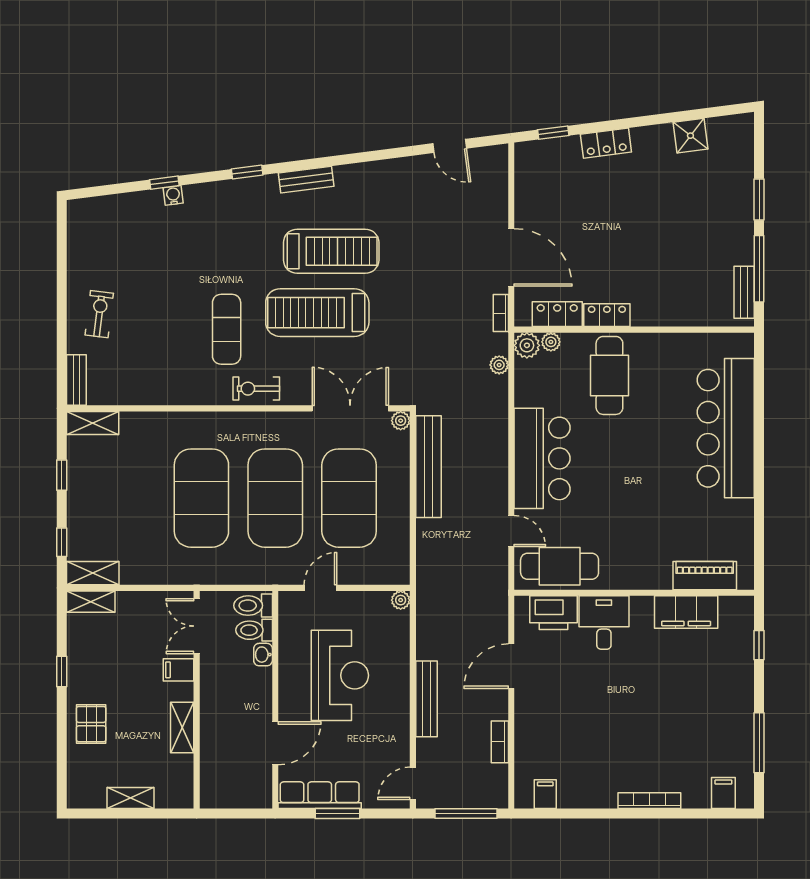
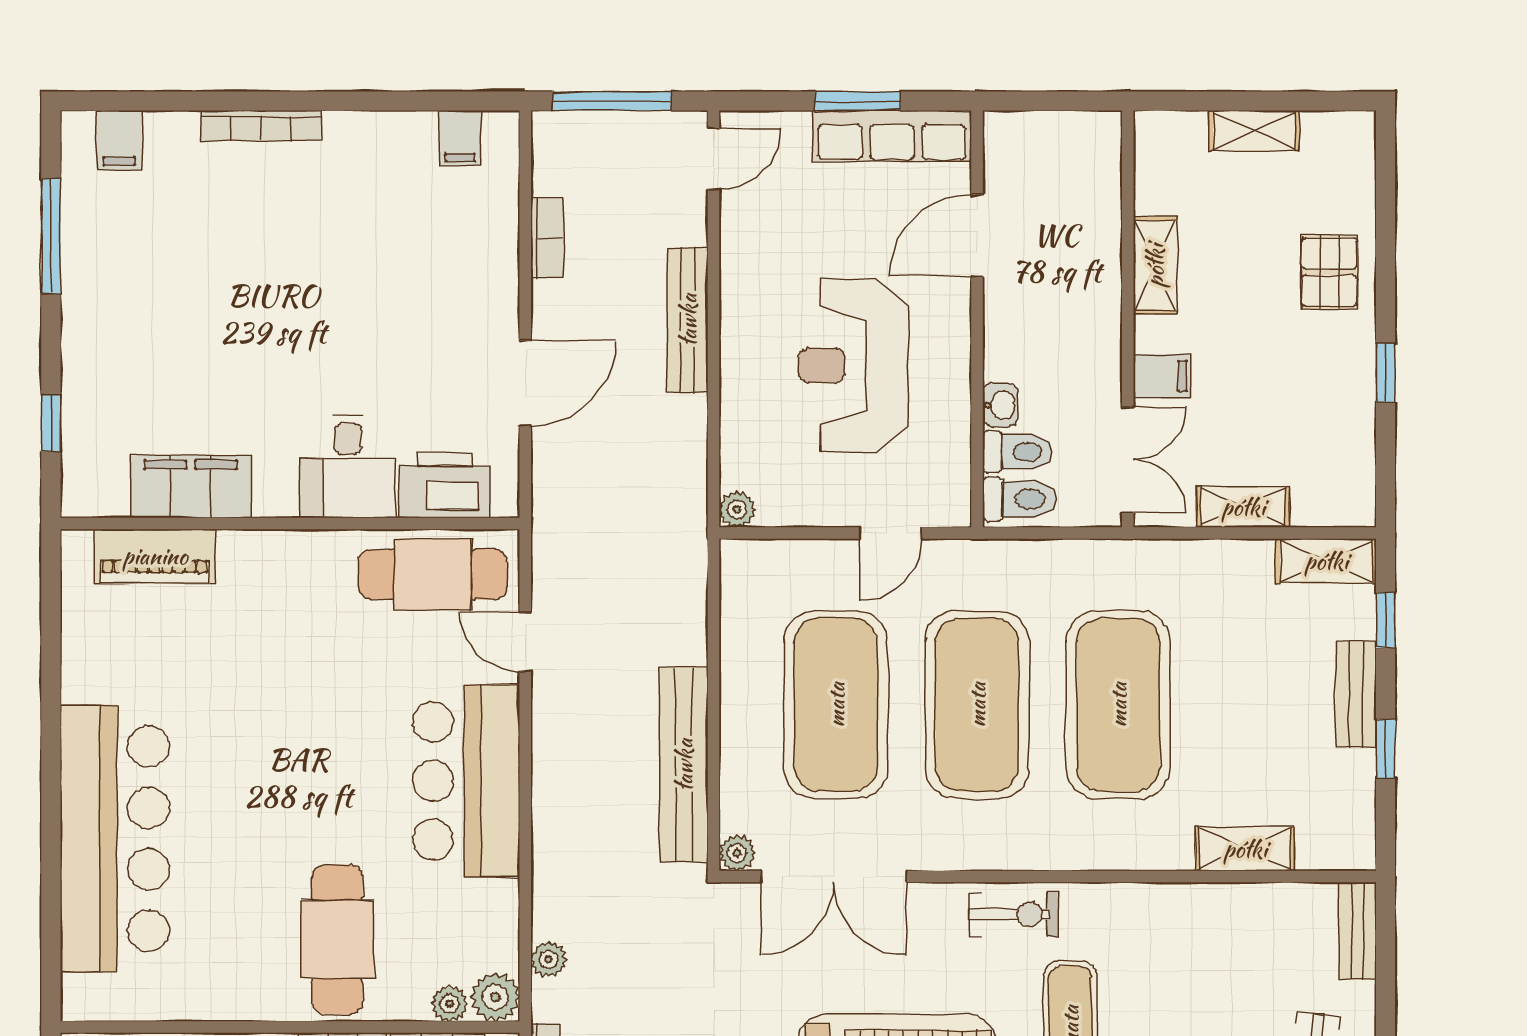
shelving: (93, 423) -> (1245, 849), moved
bench: (77, 504) -> (1356, 694), added
shelving: (91, 602) -> (1243, 507), moved

